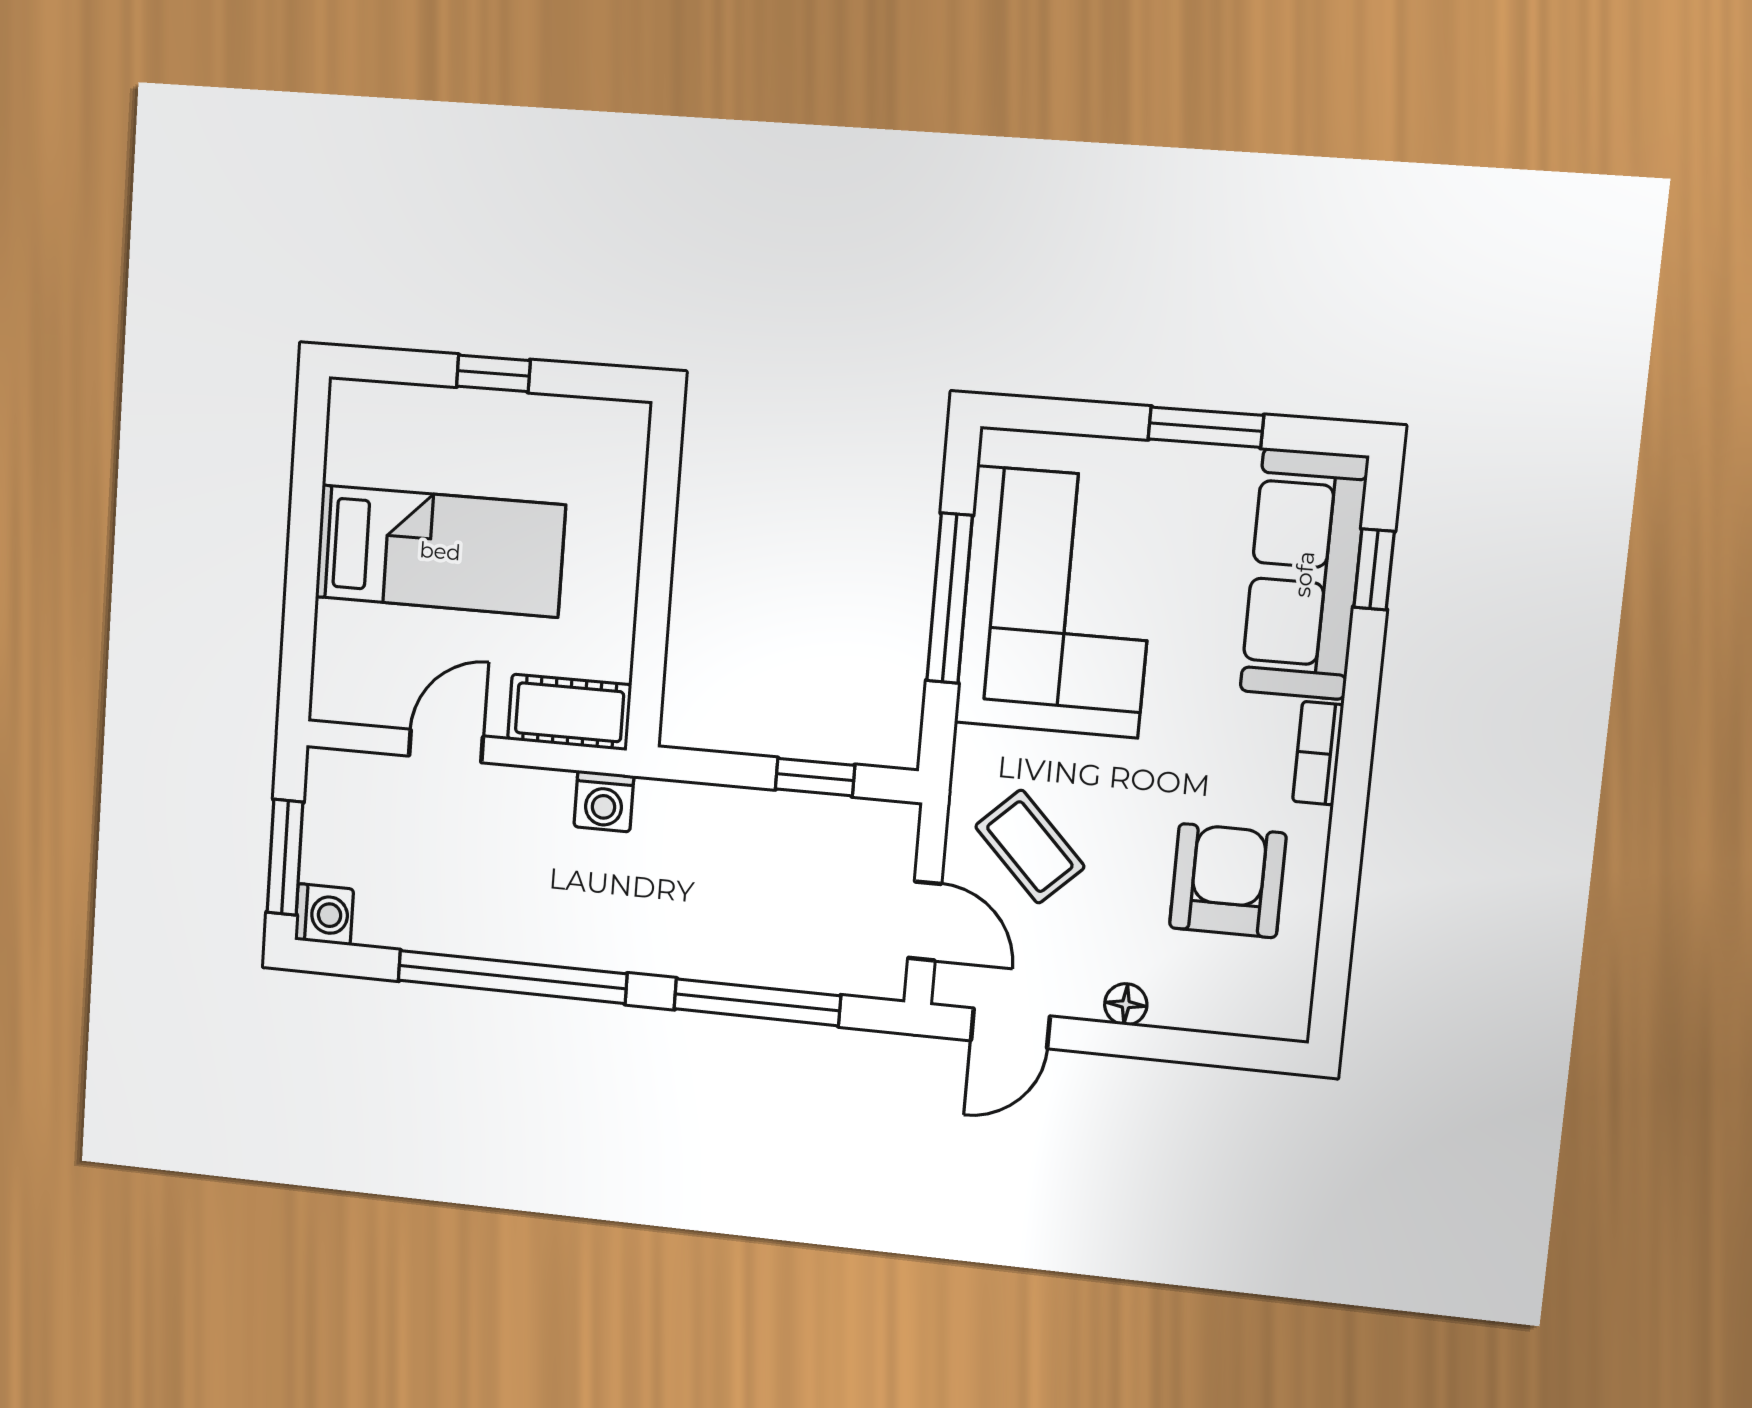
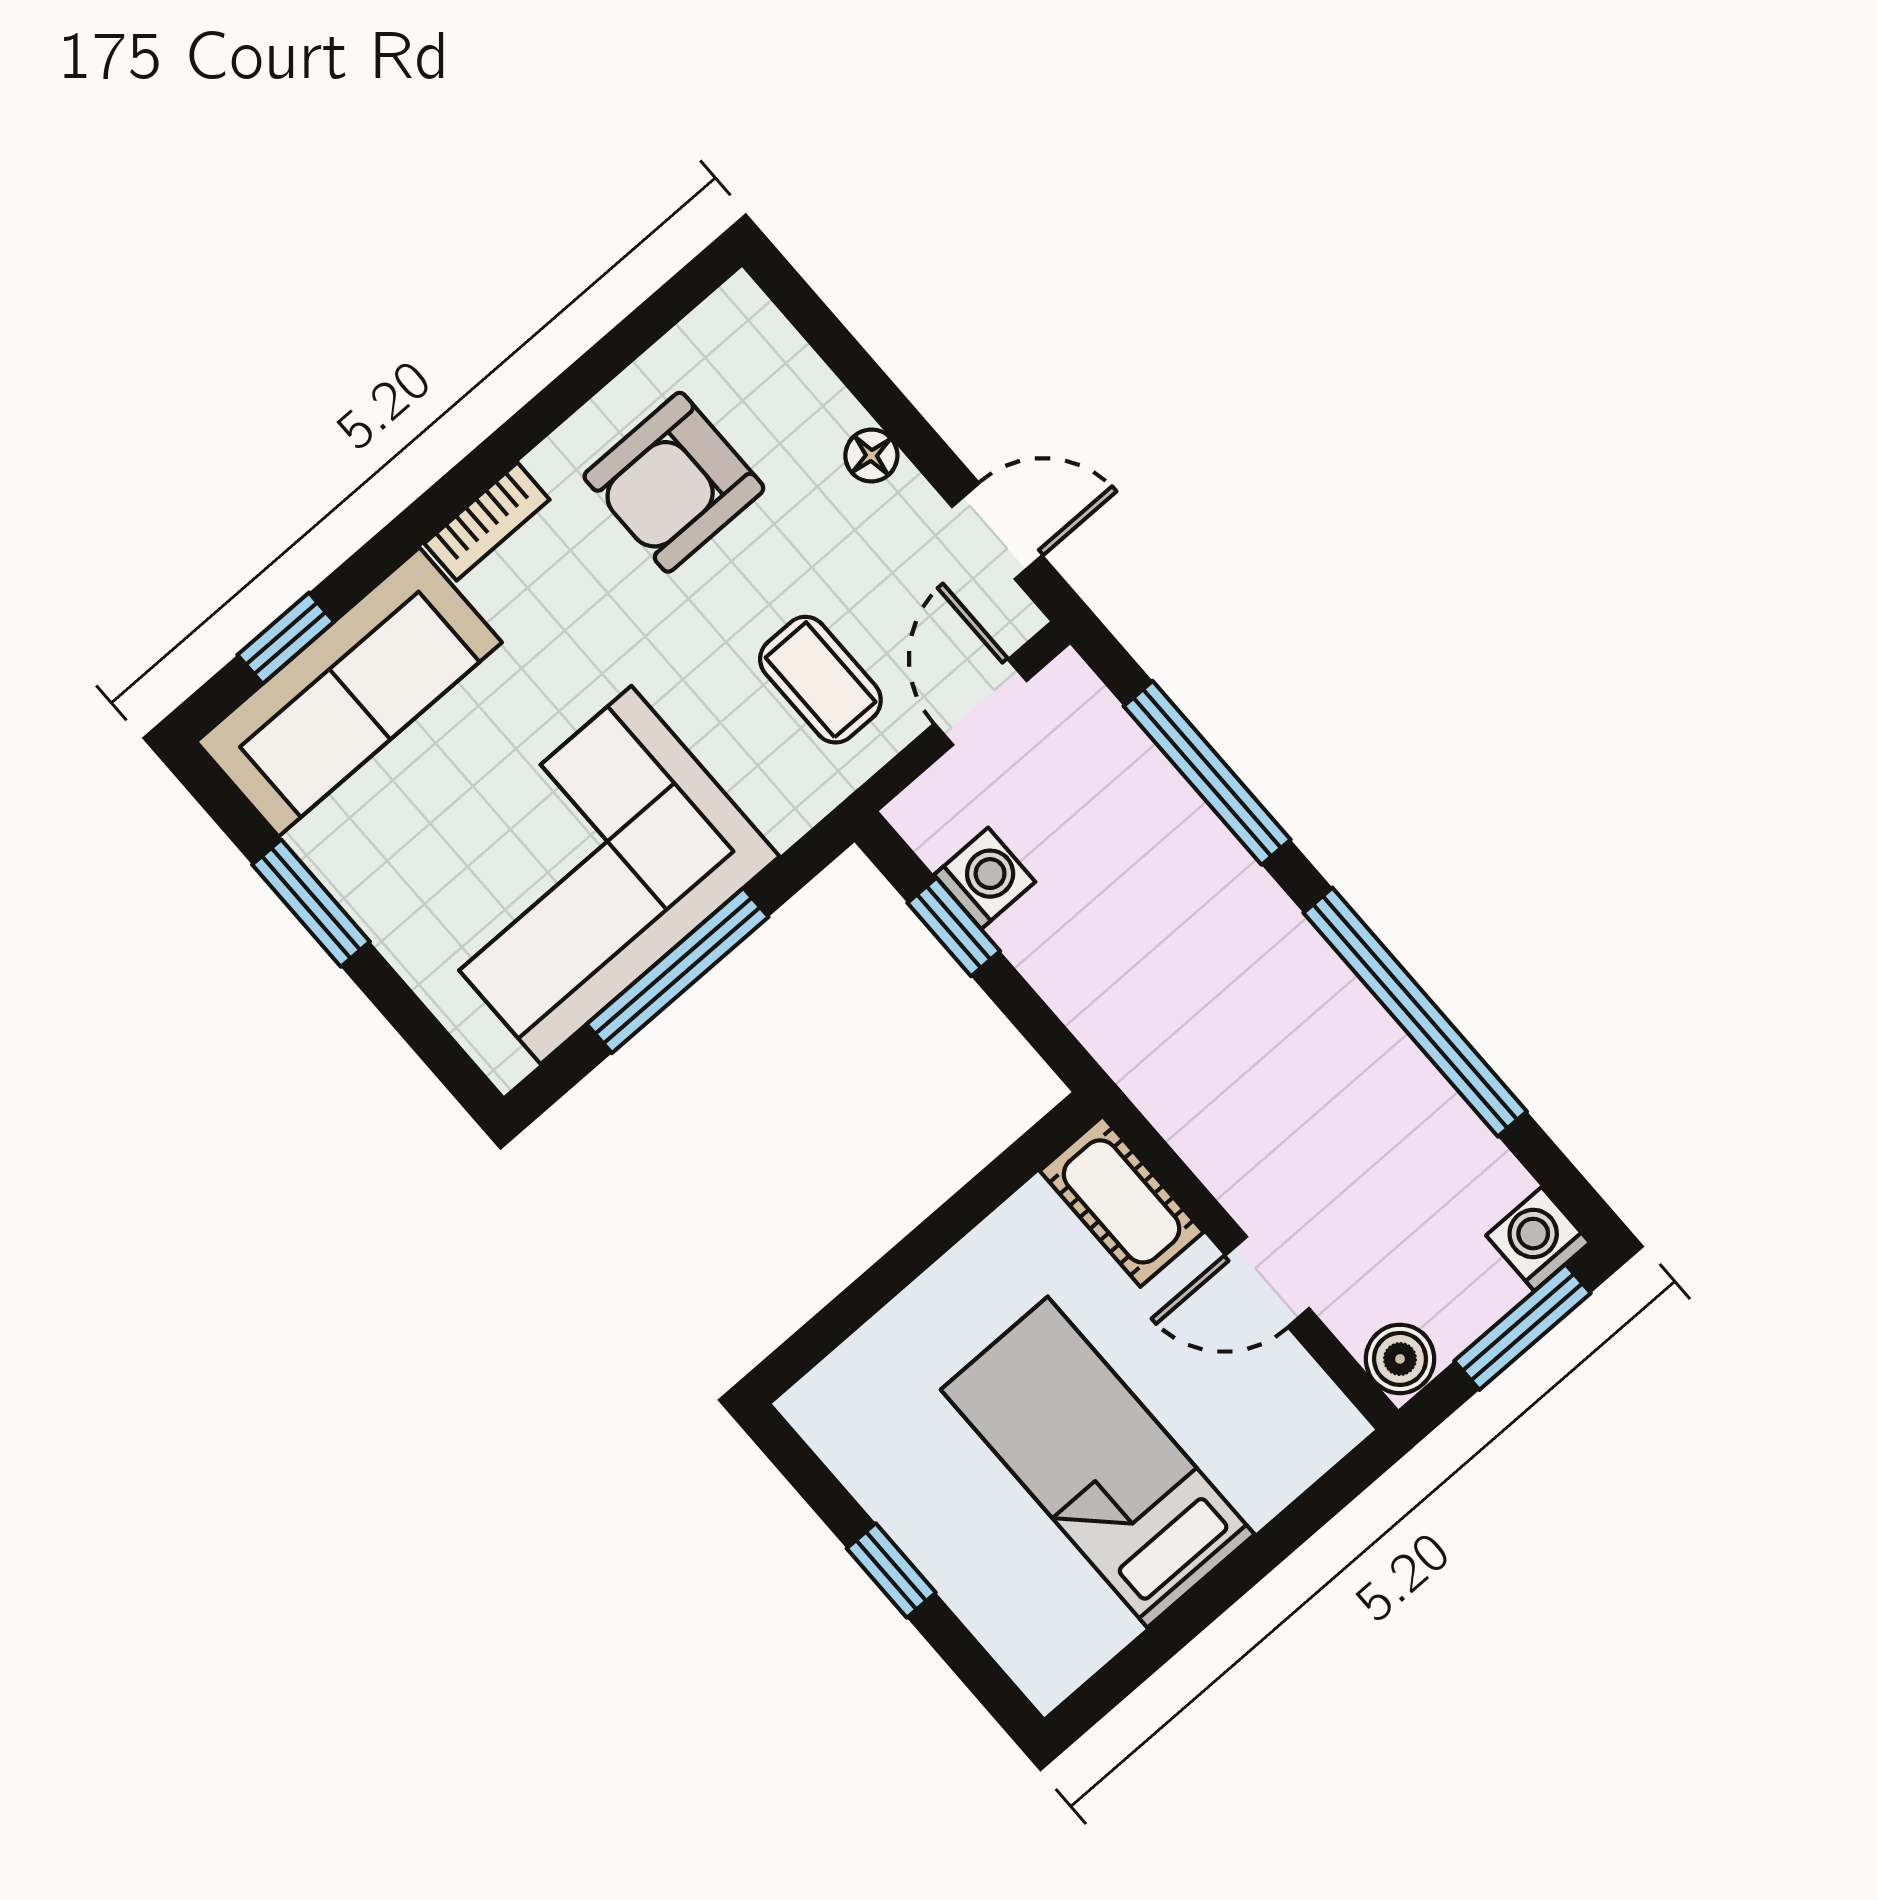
boiler: (333, 774) -> (1400, 1359), added
washing machine: (604, 801) -> (985, 878), moved
coffee table: (1030, 847) -> (820, 680), turned -46

